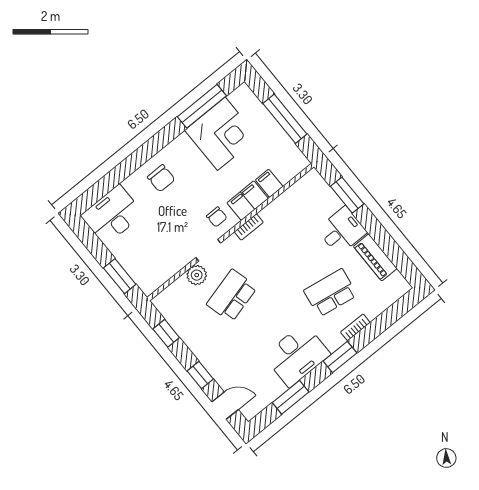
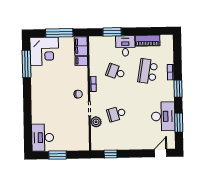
corner desk: (221, 134) -> (44, 51), moved, turned 90
chair: (161, 178) -> (43, 105), removed
filing cabinet: (248, 201) -> (81, 46), moved
school desk: (293, 246) -> (116, 72), added
window: (120, 276) -> (58, 155), moved
school desk: (232, 296) -> (116, 114), width x0.54
desk: (297, 355) -> (163, 116), moved
window: (200, 375) -> (139, 153), removed

